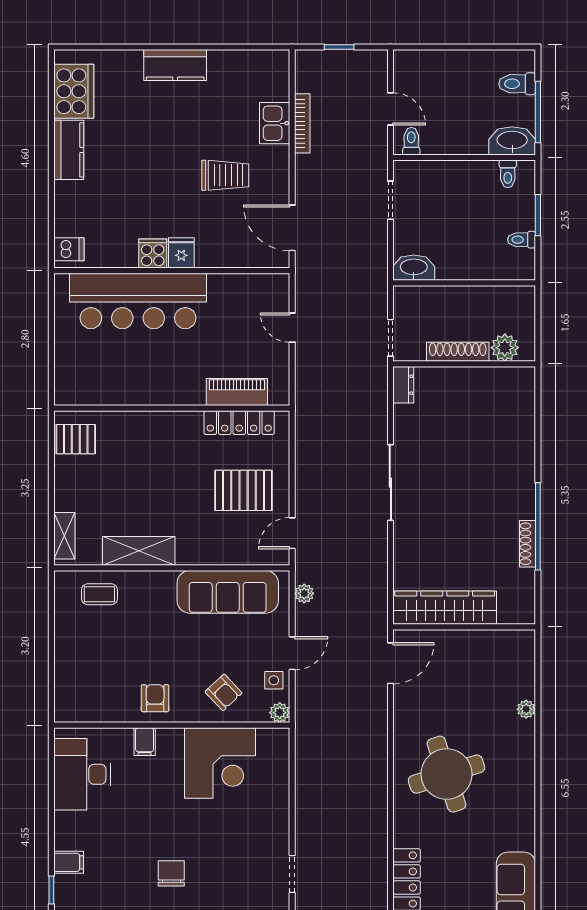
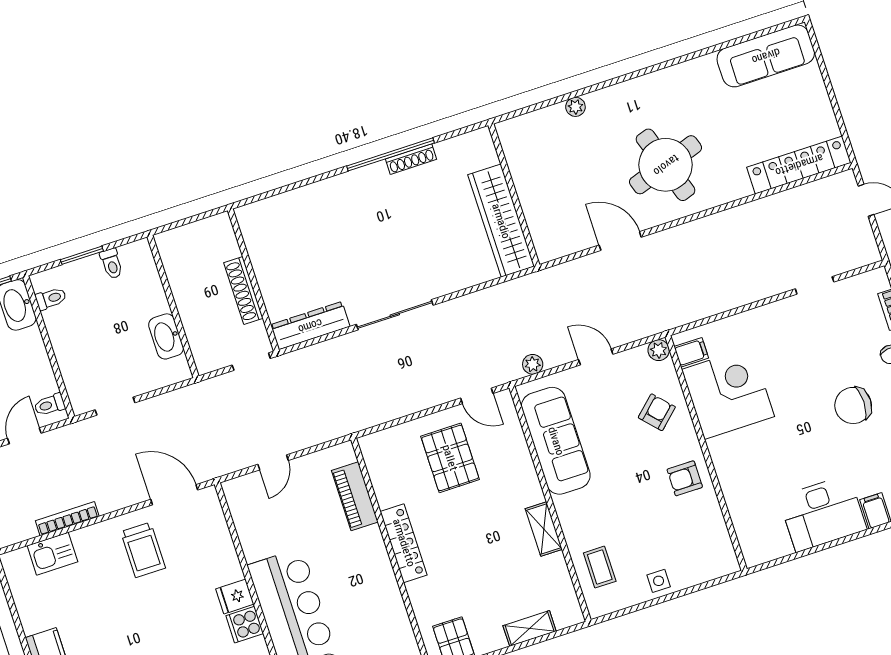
kitchen sink: (275, 123) -> (52, 554), moved
trolley: (225, 175) -> (143, 550), moved, turned 180
door: (292, 228) -> (174, 495), swing flipped
washbasin: (414, 268) -> (166, 336), moved
plant: (505, 348) -> (224, 245), removed
dresser: (403, 385) -> (310, 326), width x1.96, depth x1.24
locker: (239, 423) -> (404, 543), moved
shelving: (64, 536) -> (530, 628), moved
shelving: (139, 551) -> (544, 529), width x0.67, depth x0.75
door: (390, 663) -> (620, 241), moved
side table: (274, 680) -> (659, 581), moved
filing cabinet: (145, 742) -> (691, 352), moved
desk: (82, 774) -> (823, 513), moved
chair: (171, 873) -> (853, 405), width x1.37, depth x1.37

